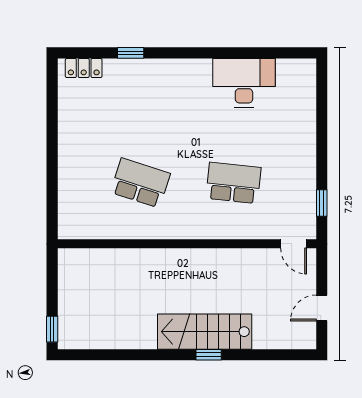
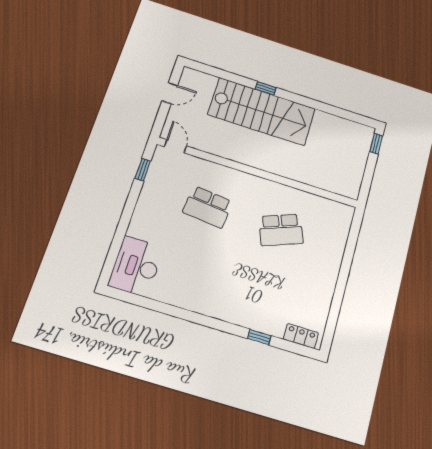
desk: (244, 83) -> (136, 266), moved, turned 90
school desk: (140, 183) -> (281, 230), turned -39
stairs: (205, 332) -> (262, 112), width x1.36, depth x1.51

